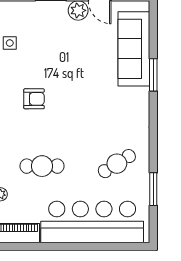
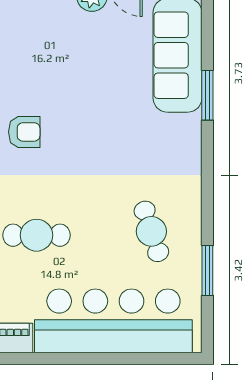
cafe table: (117, 164) -> (151, 231), turned -76

